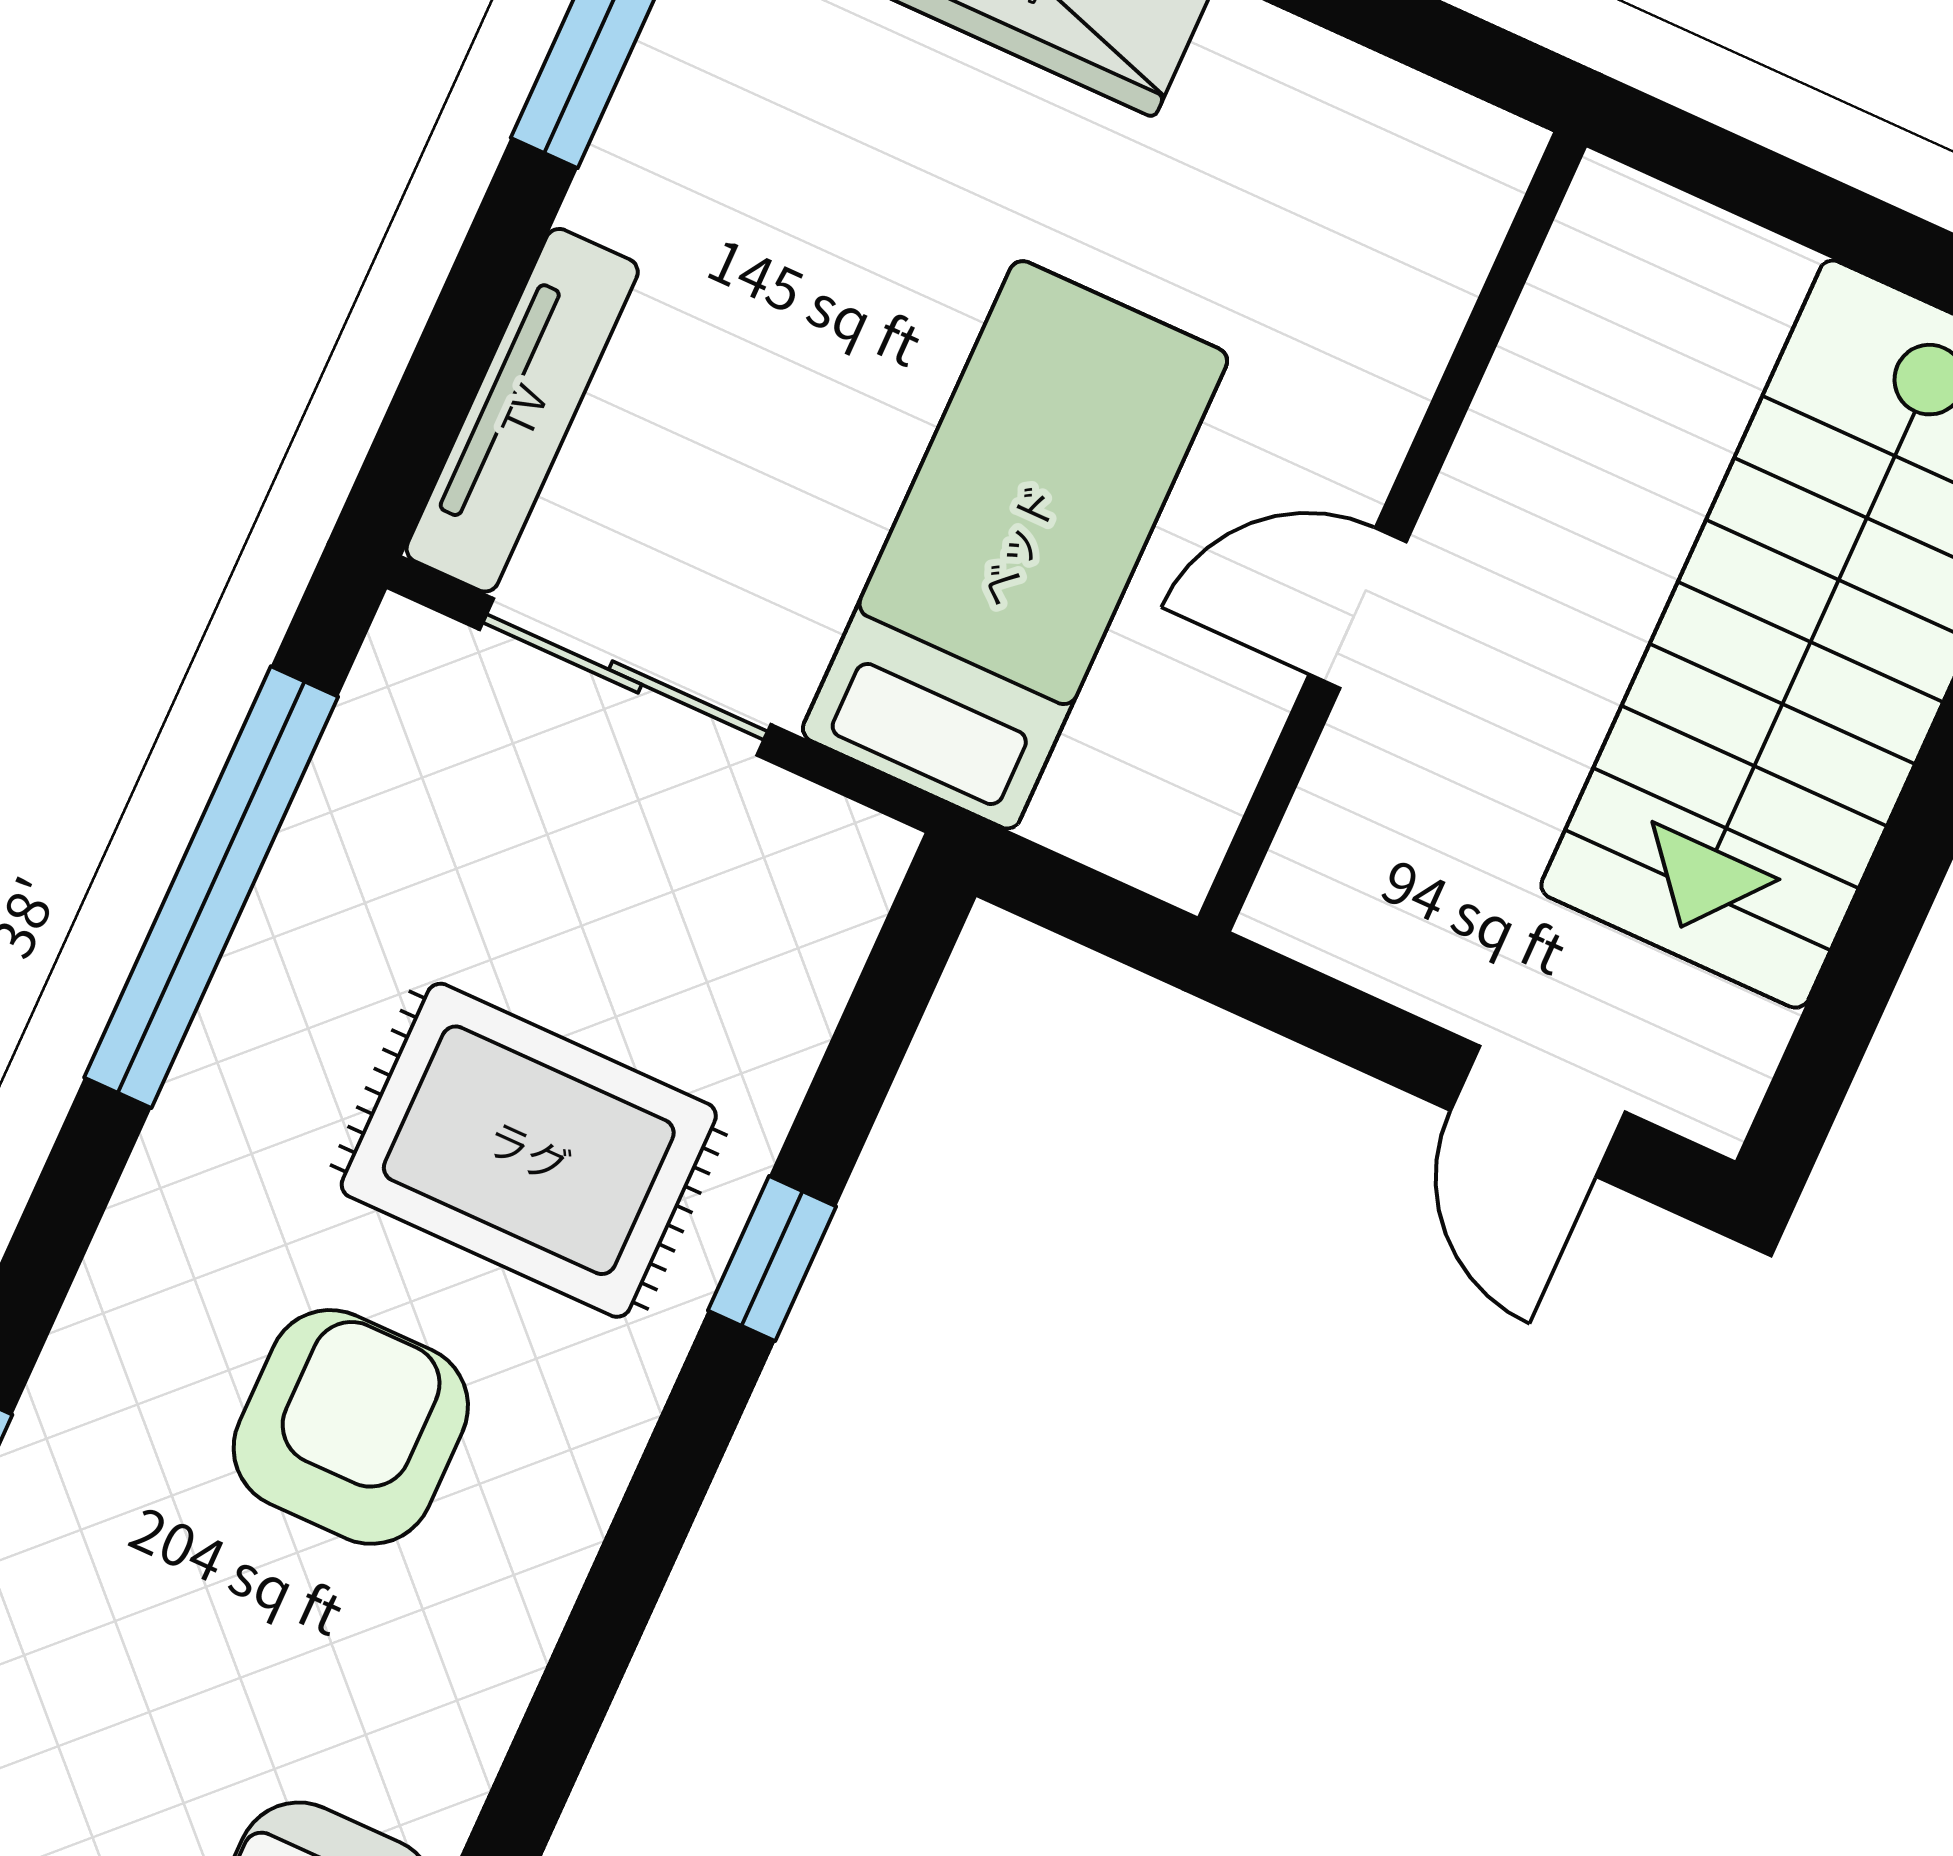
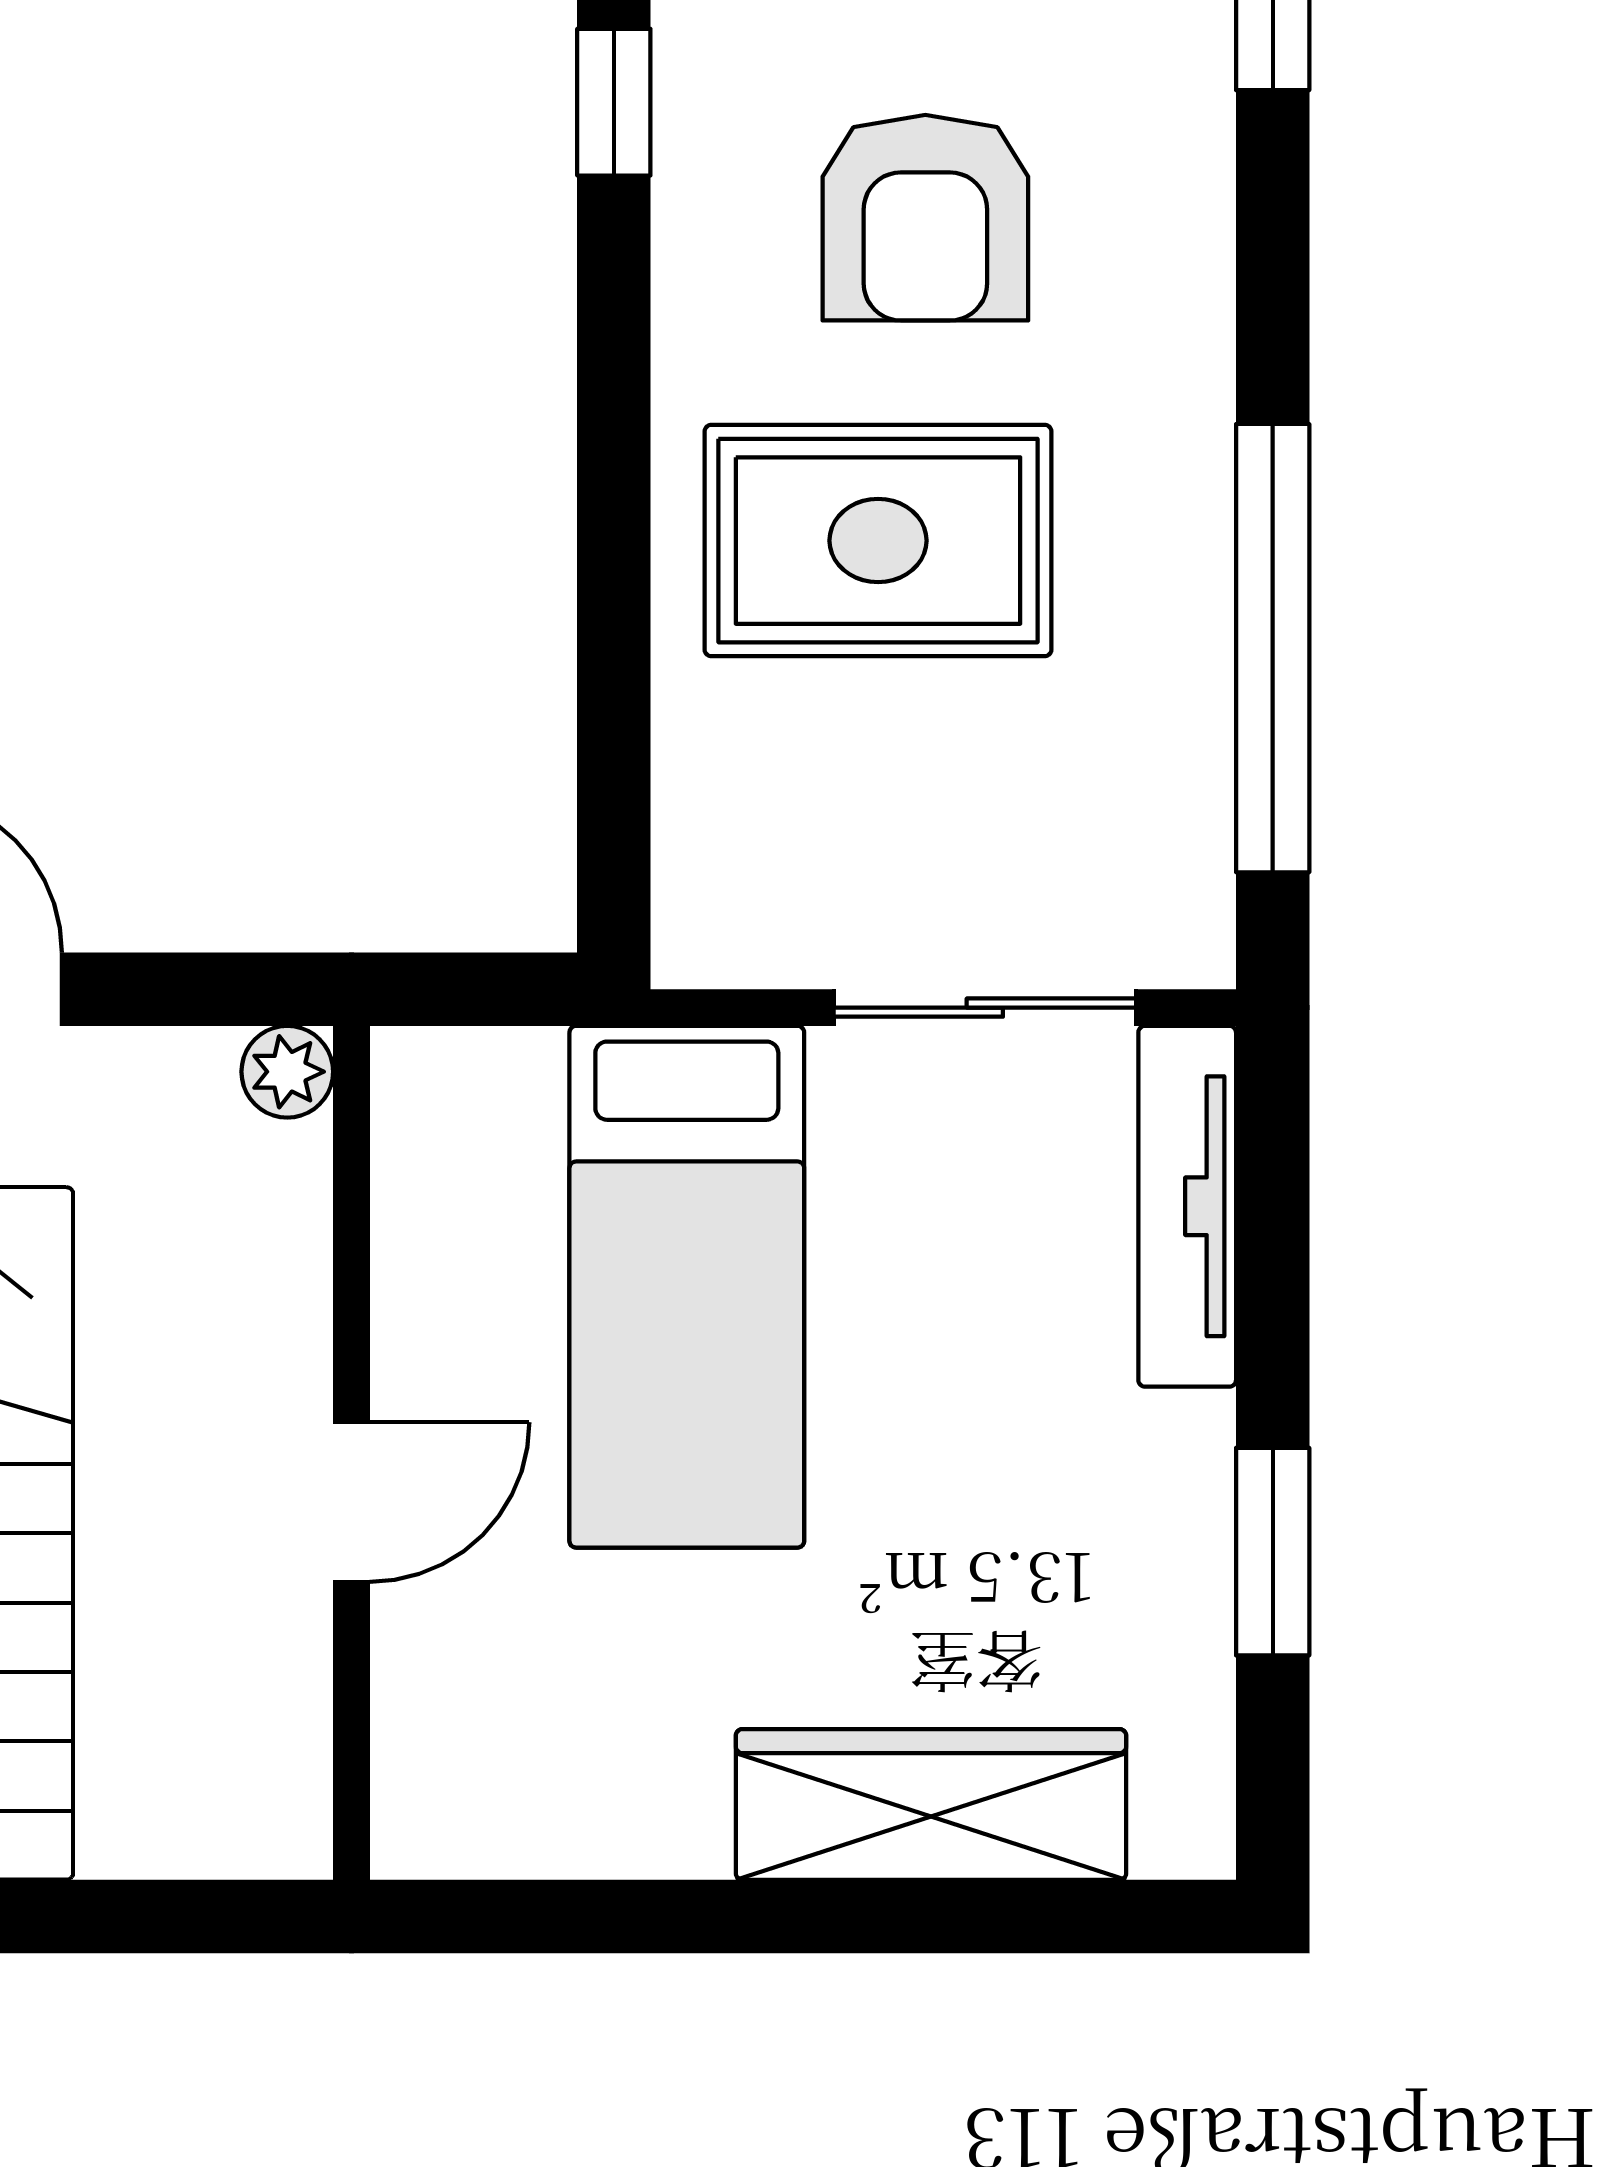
door: (1358, 608) -> (351, 1502), moved
plant: (1292, 909) -> (287, 1072), added
window: (772, 1259) -> (614, 102), moved

